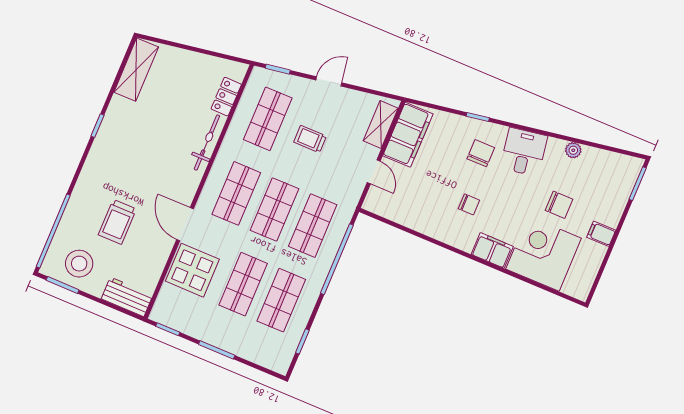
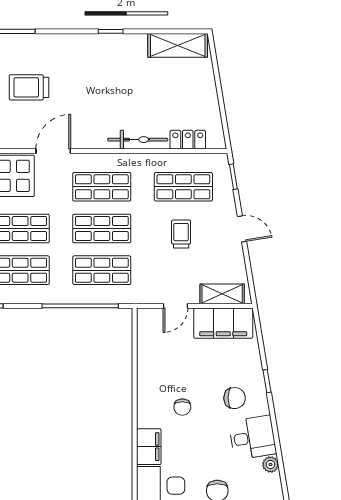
plant: (573, 150) -> (270, 464), moved

